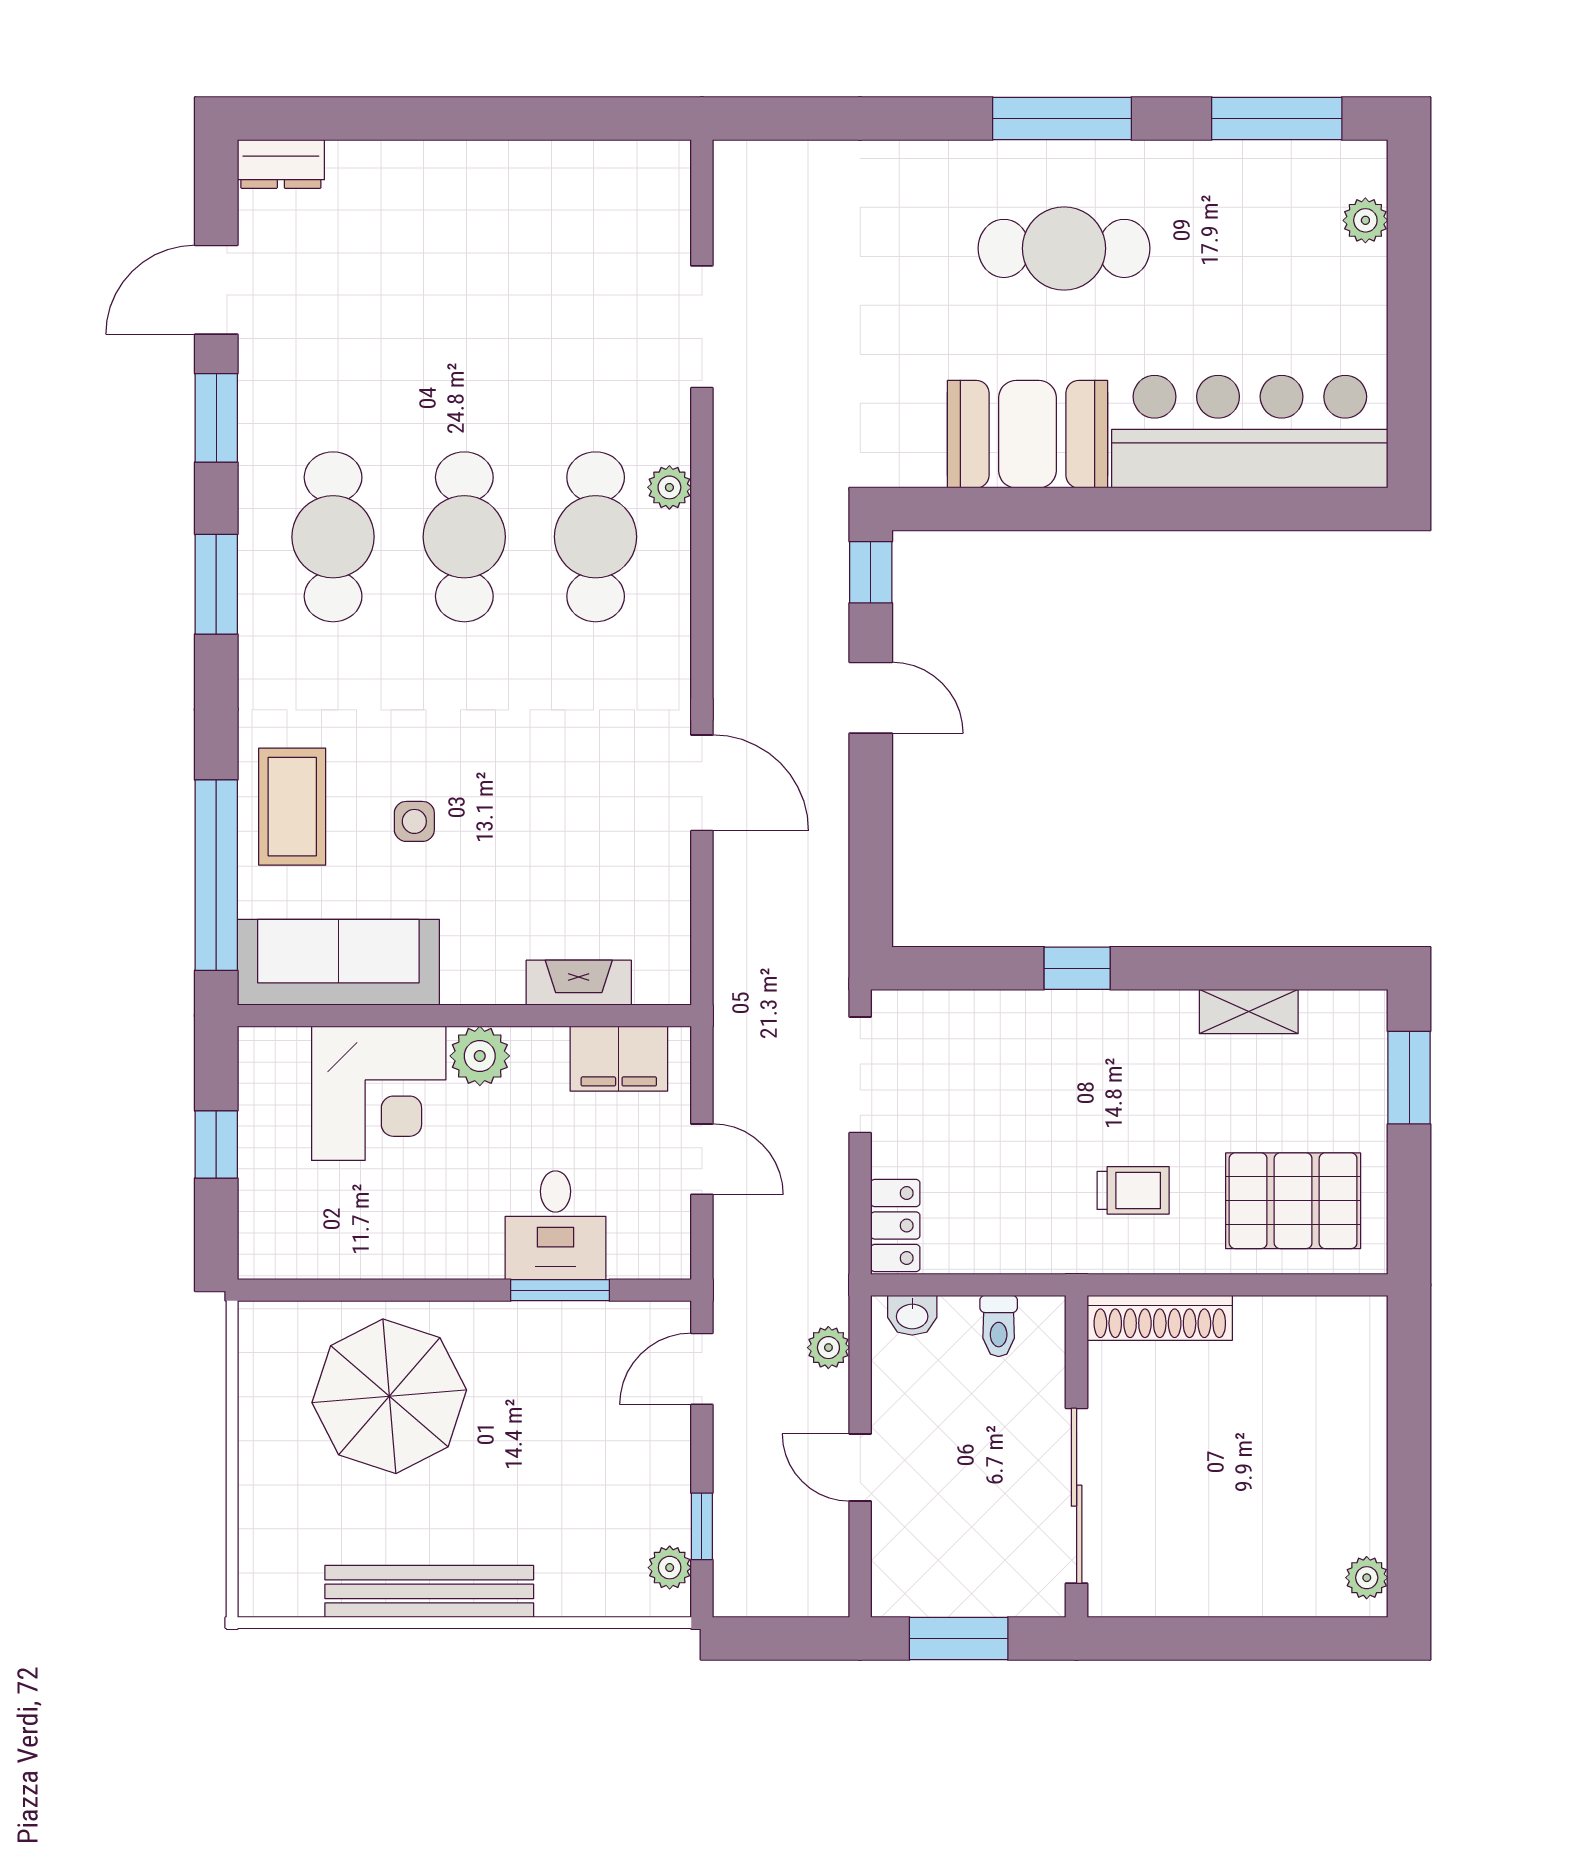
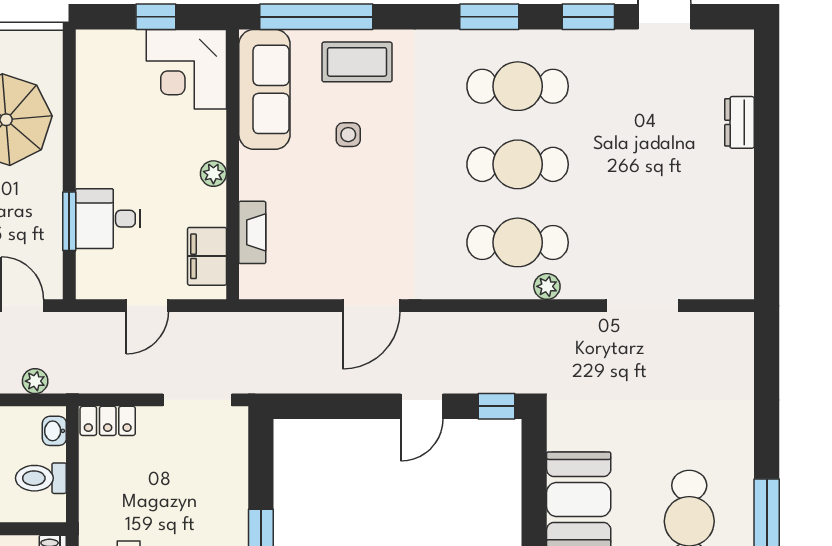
dresser: (281, 164) -> (739, 122), moved
plant: (480, 1056) -> (213, 174), width x0.73, depth x0.73
corner desk: (379, 1093) -> (186, 69), moved
toilet: (999, 1326) -> (41, 478), width x1.37, depth x1.39

